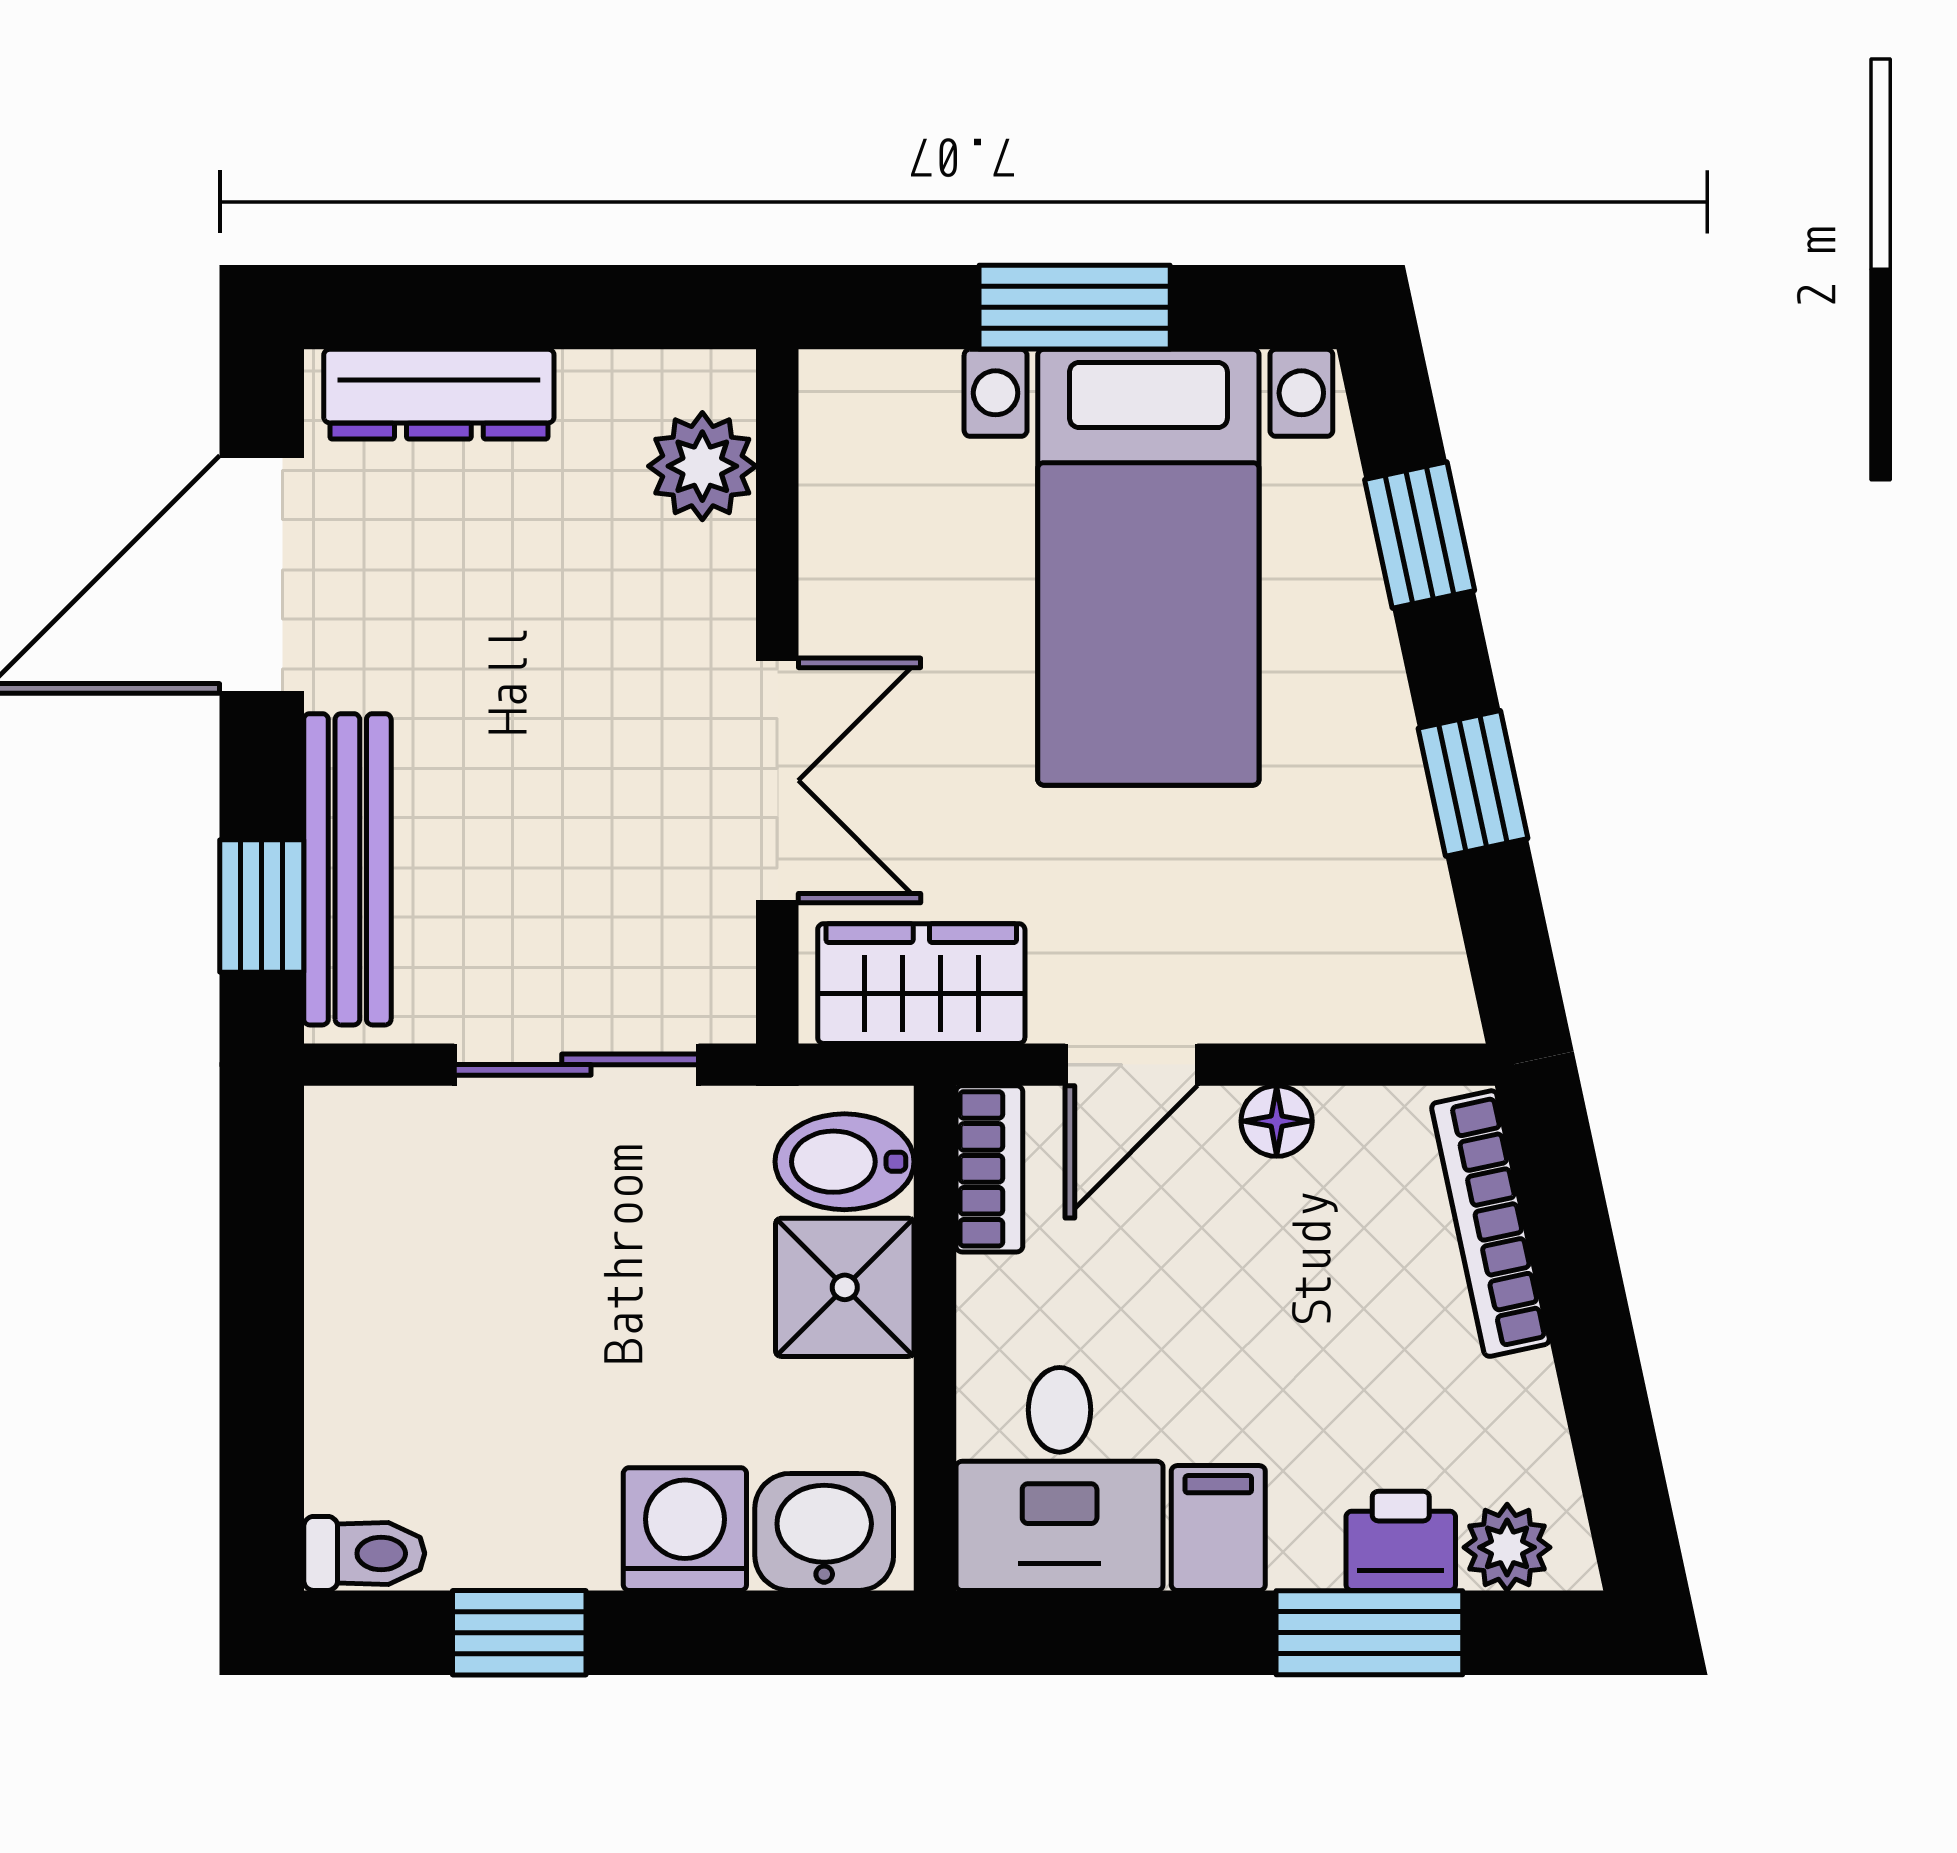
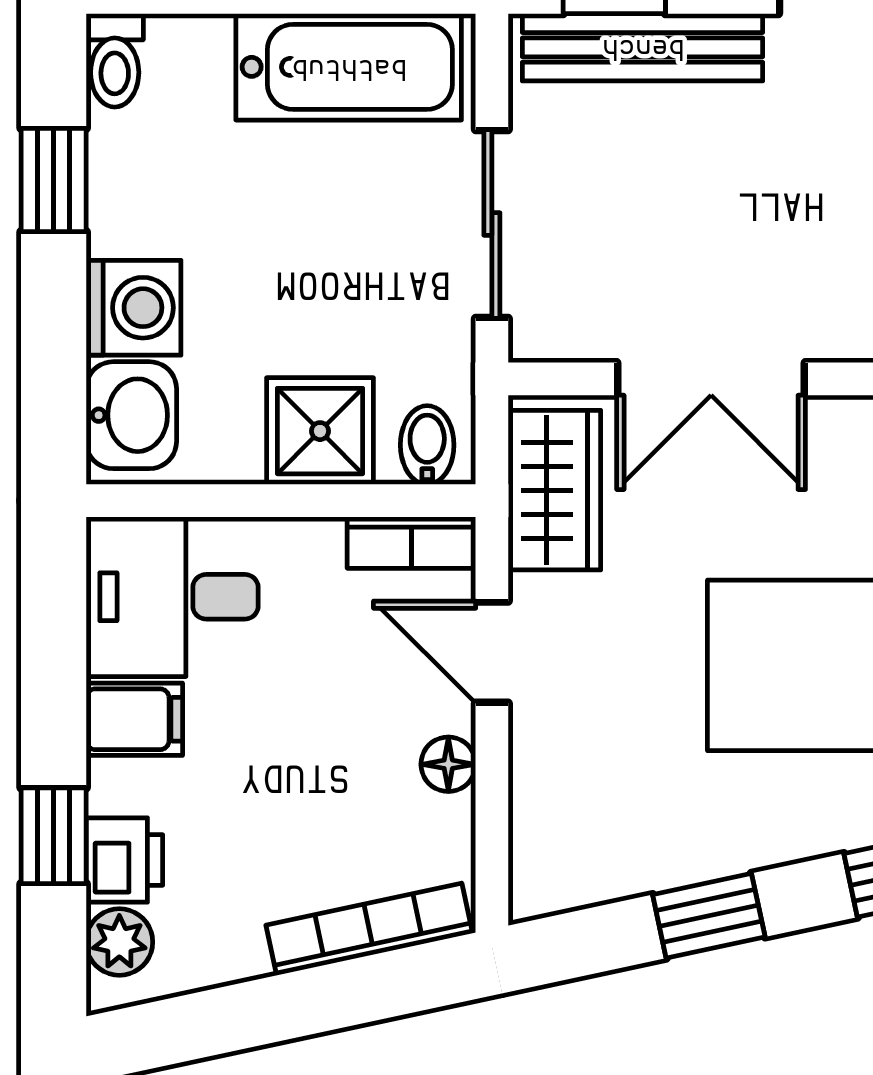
bidet: (844, 1162) -> (427, 445), width x0.72, depth x0.74
bathtub: (373, 1250) -> (349, 67), added
window: (1369, 1633) -> (54, 836), width x0.67

